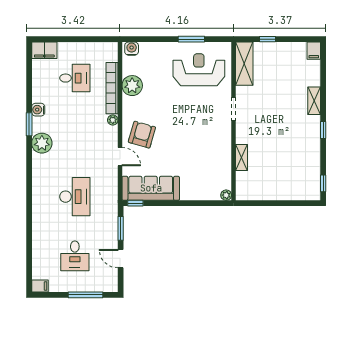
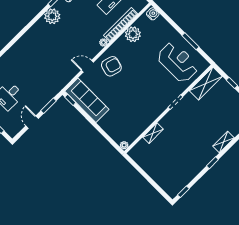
door: (120, 157) -> (87, 66), swing flipped
desk: (75, 197) -> (41, 63), removed

